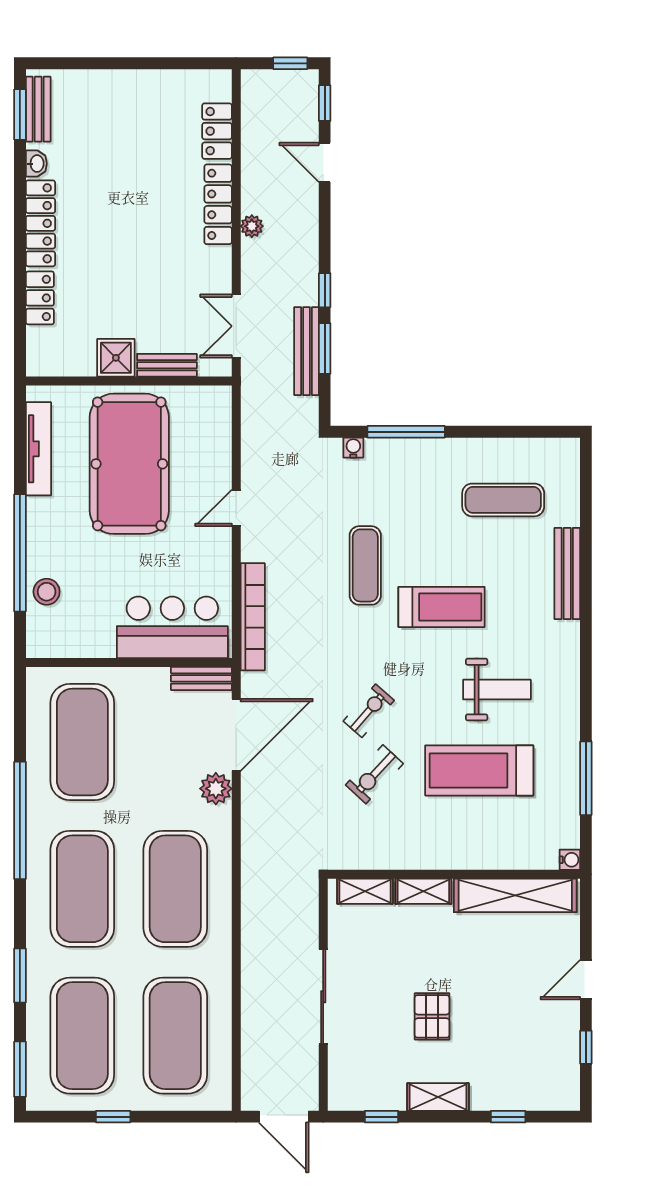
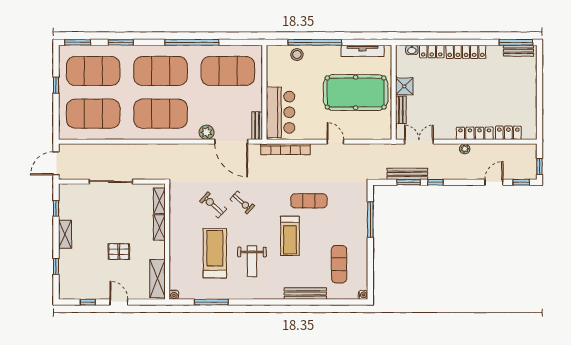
window: (20, 114) -> (516, 42), width x1.44
washbasin: (36, 164) -> (412, 50), moved
water cooler: (353, 448) -> (363, 295), moved
shelving: (515, 895) -> (158, 279), width x0.68
pallet: (432, 1016) -> (119, 252), moved

